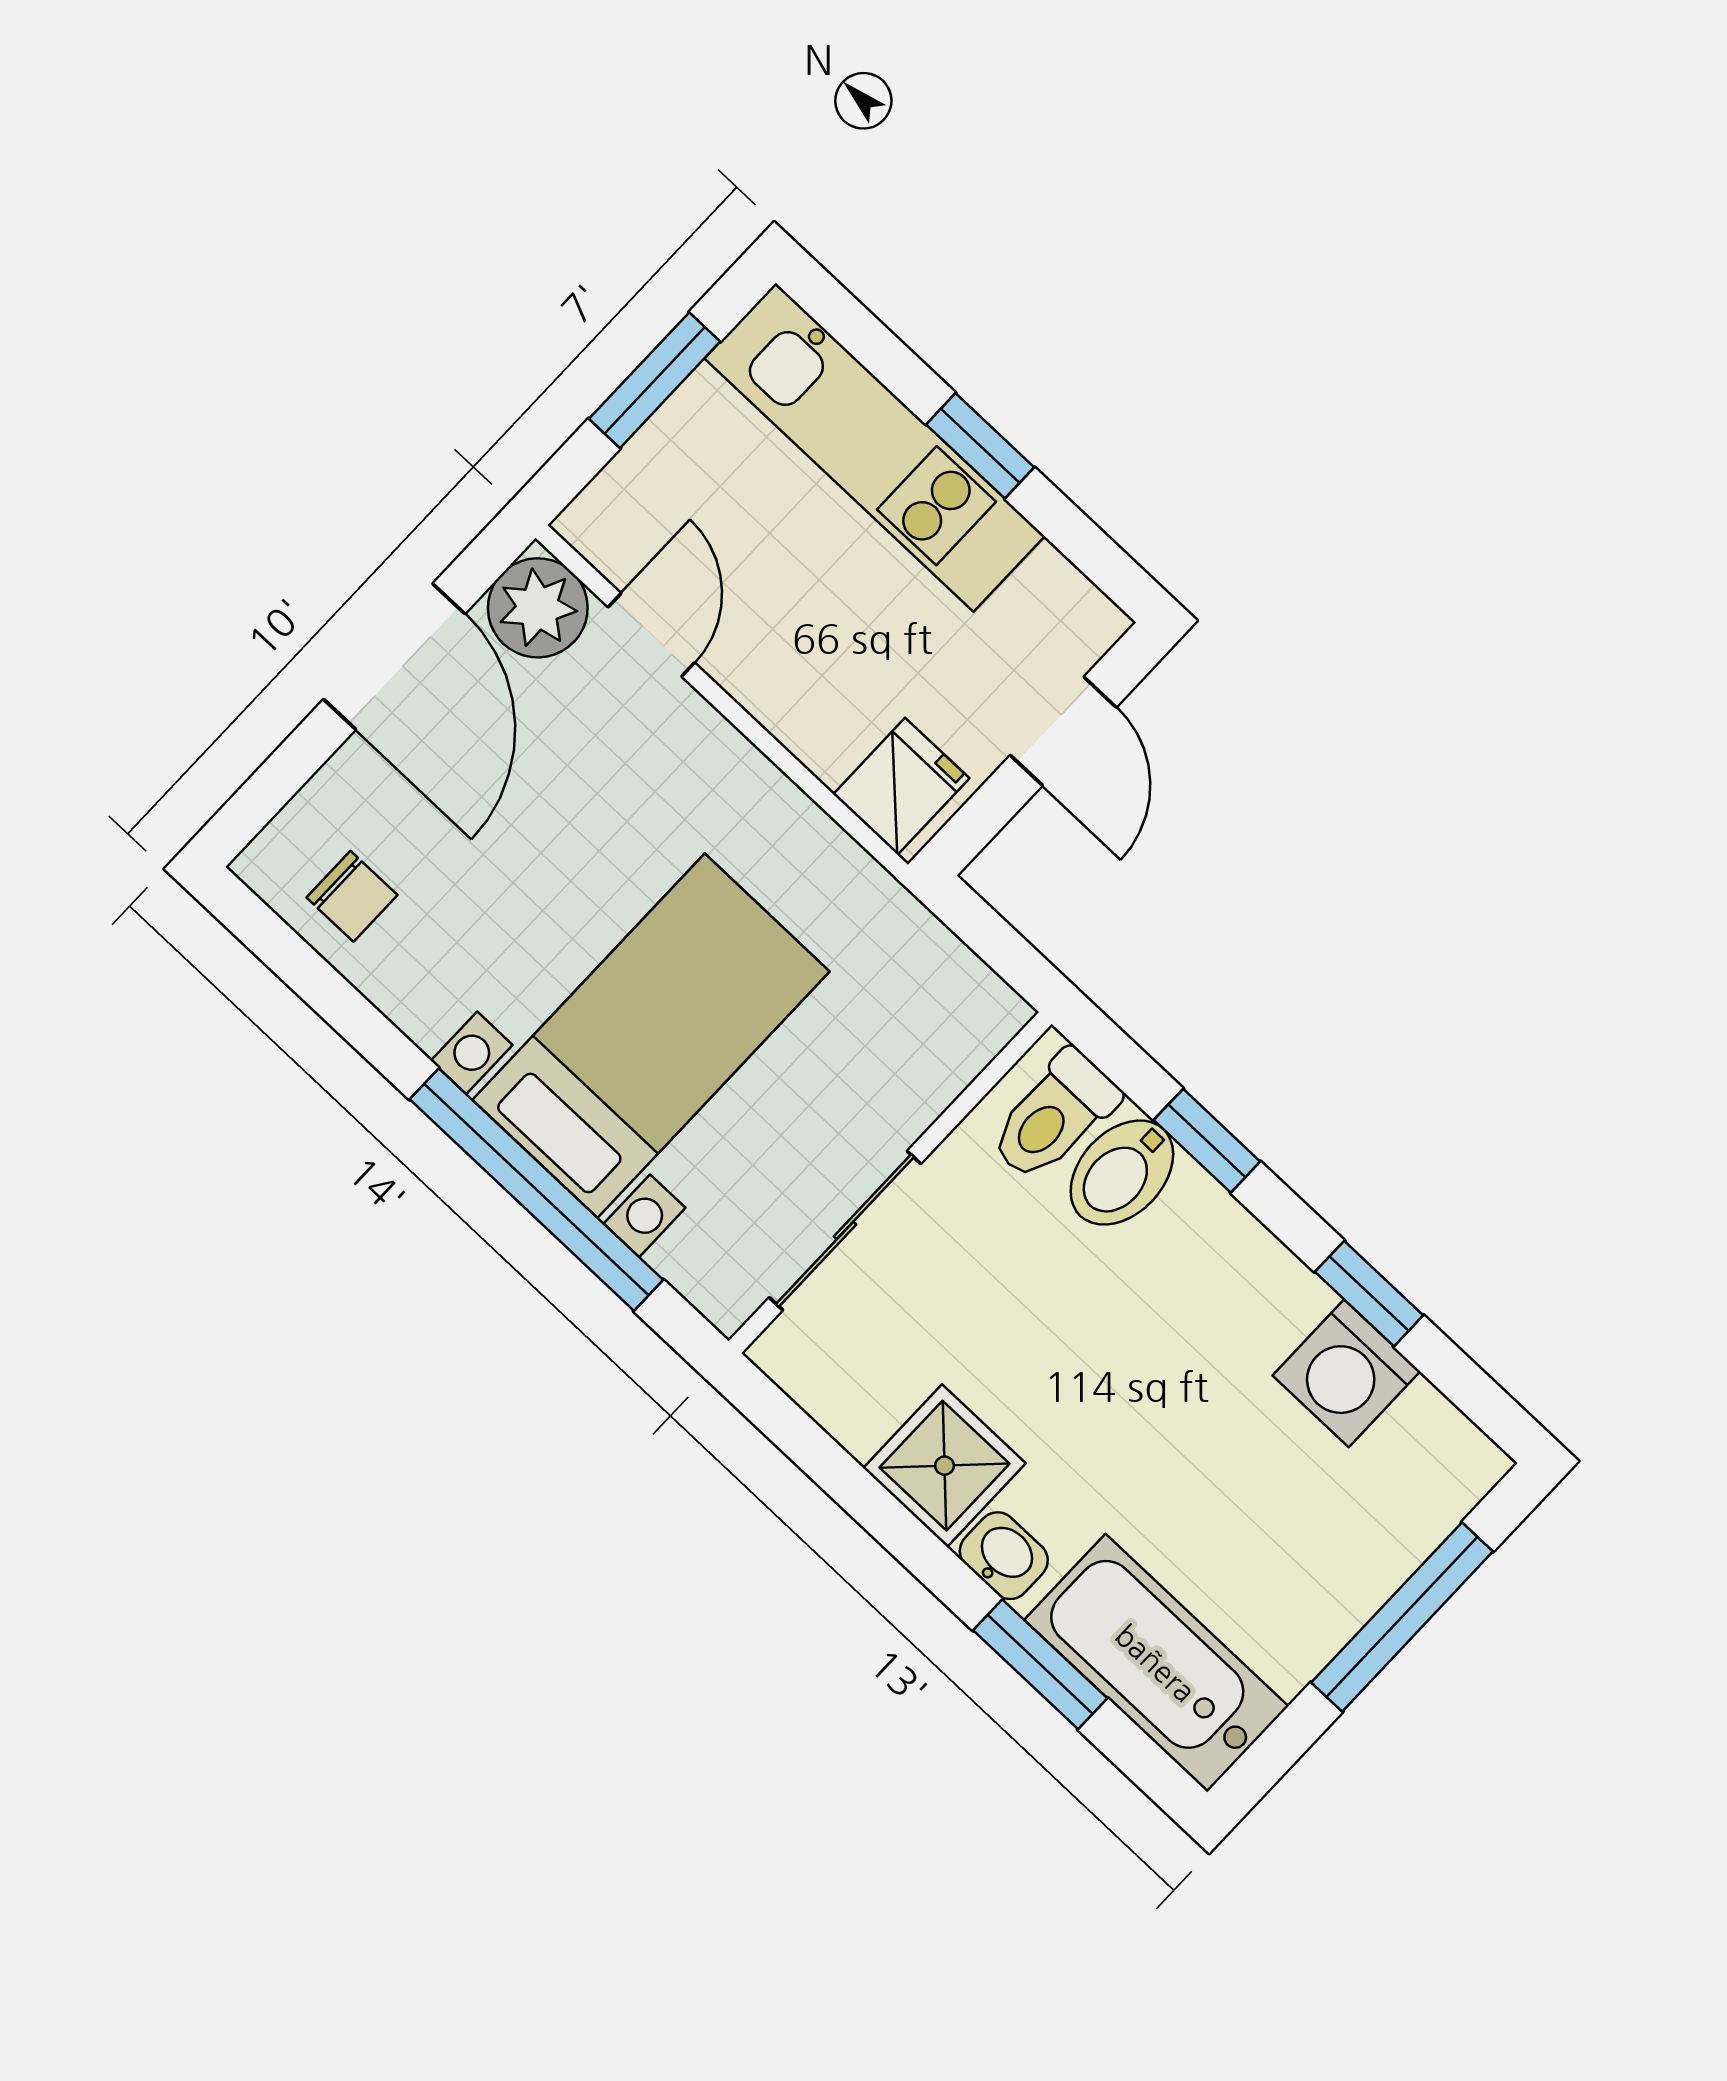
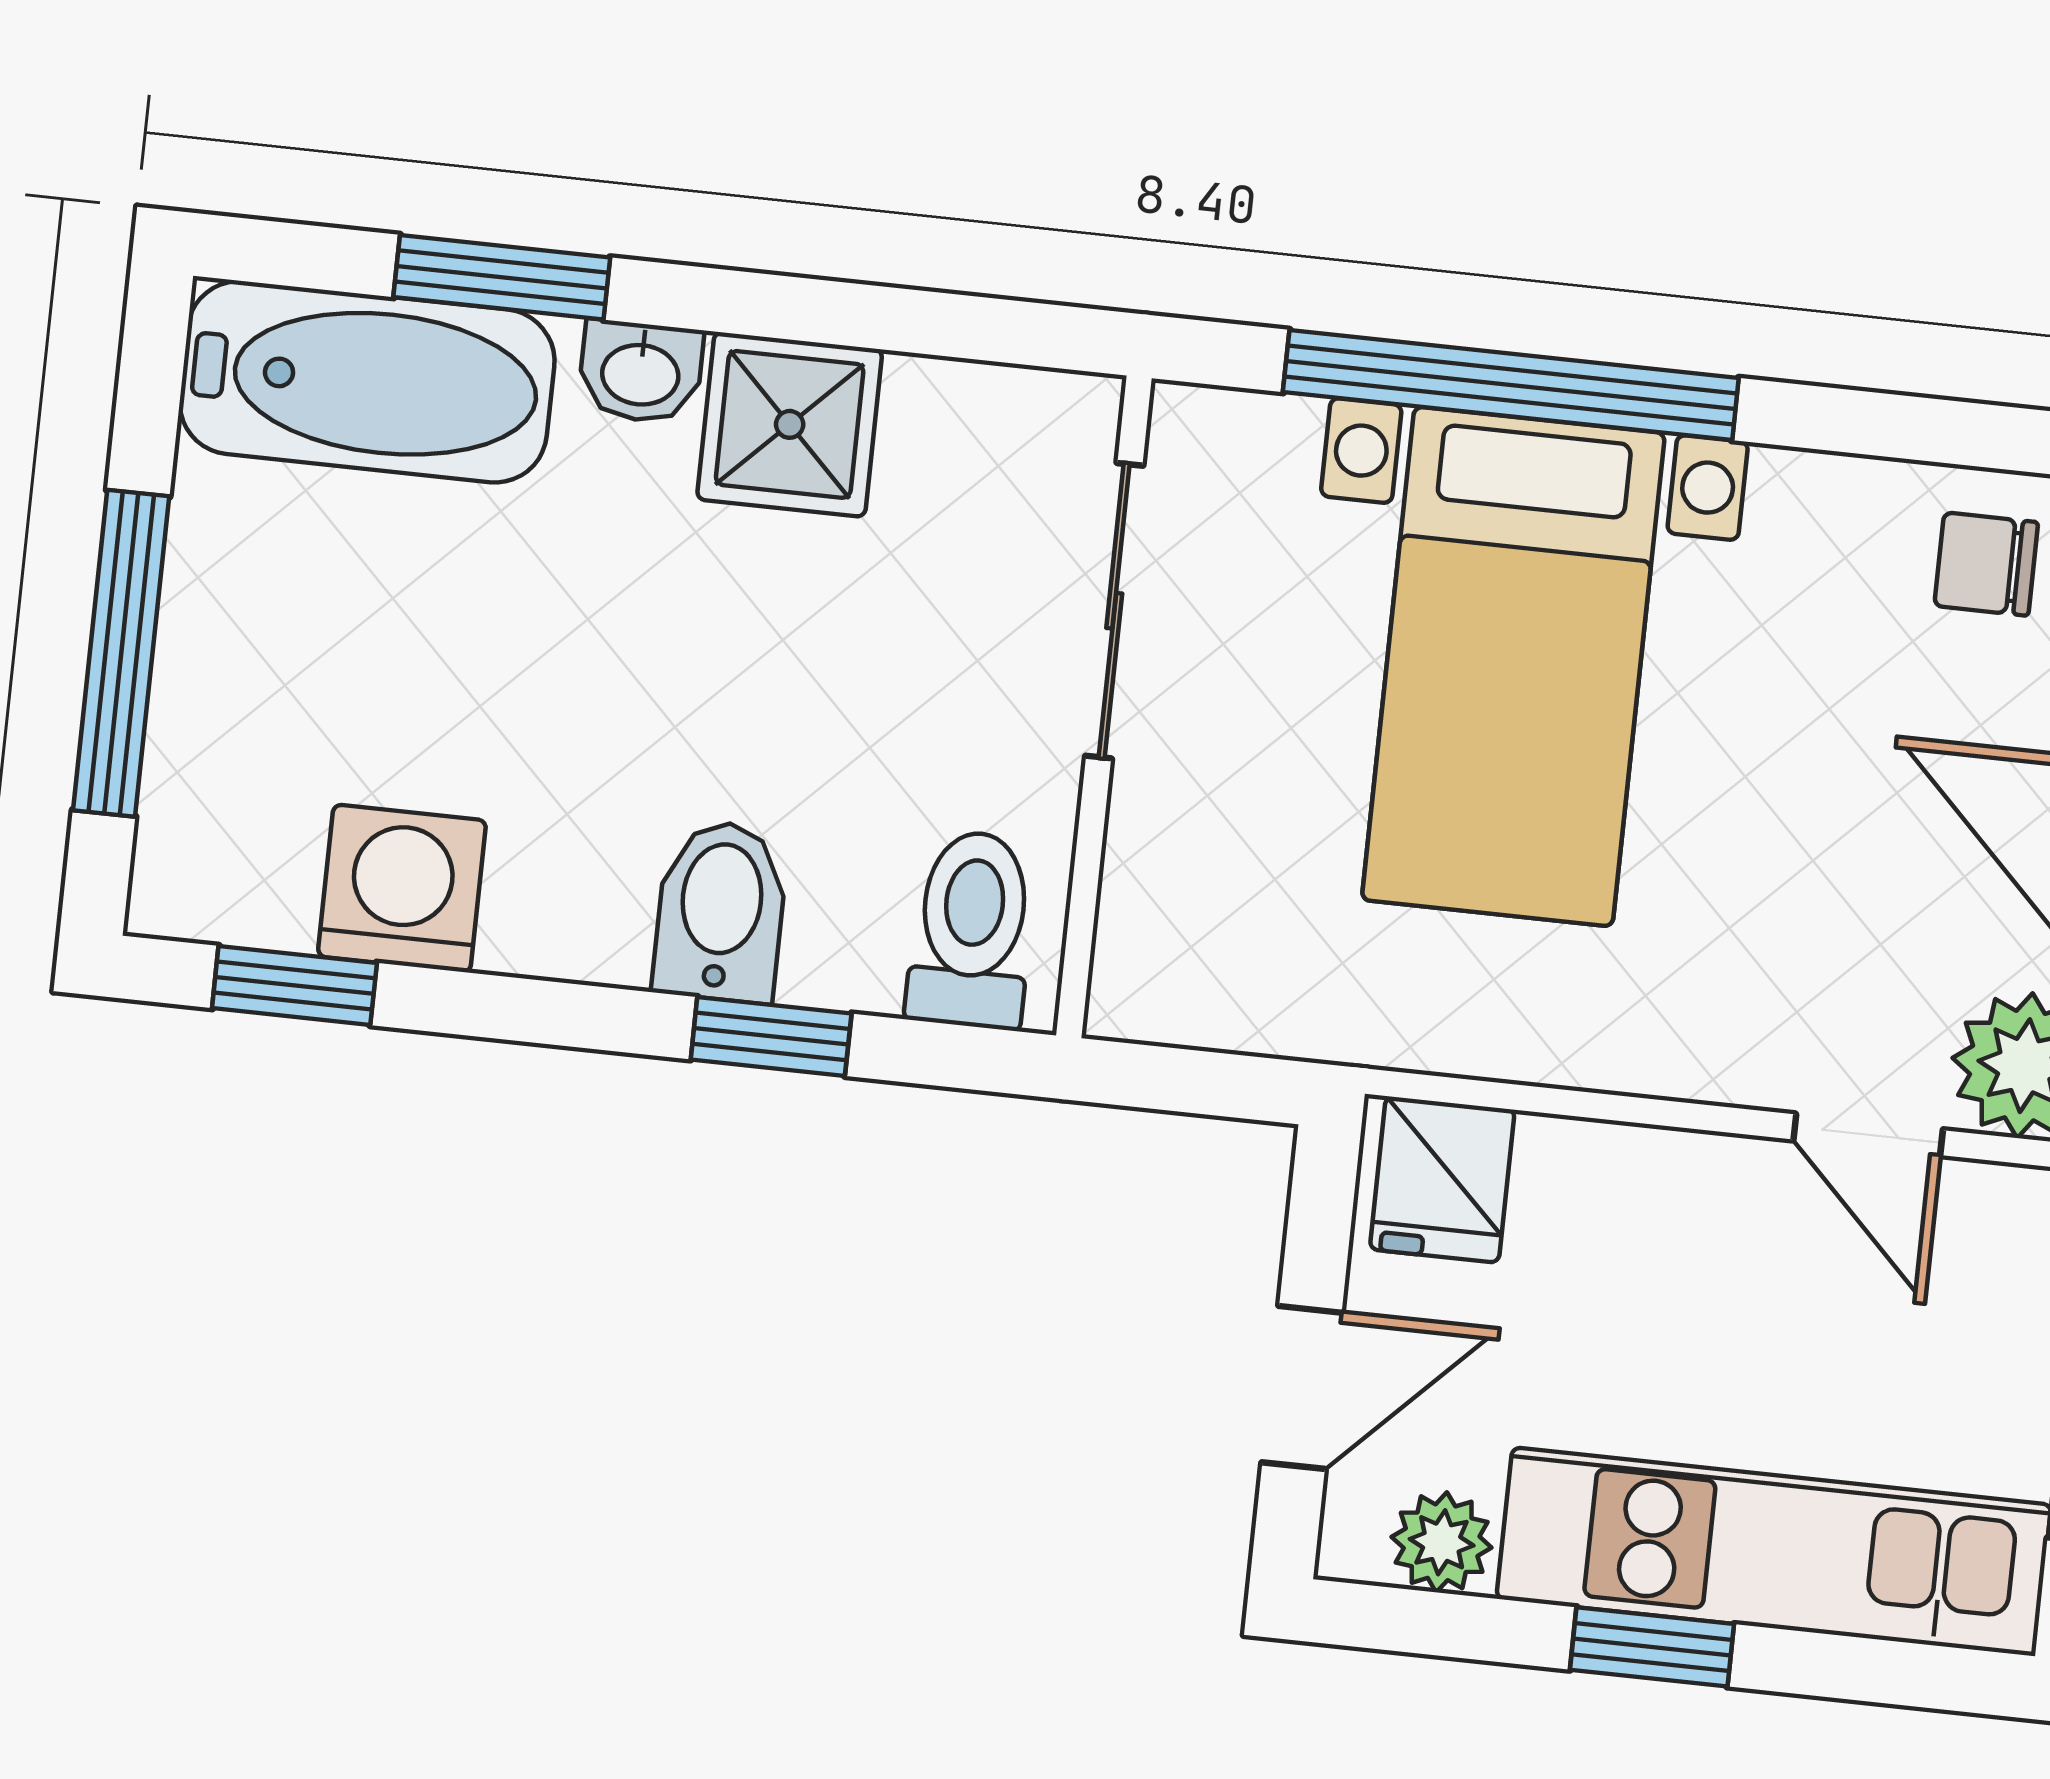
plant: (1051, 589) -> (1442, 1542), added
door: (1063, 731) -> (1302, 1387), swing flipped
bidet: (1122, 1173) -> (721, 911), moved
window: (1369, 1294) -> (294, 986), moved

